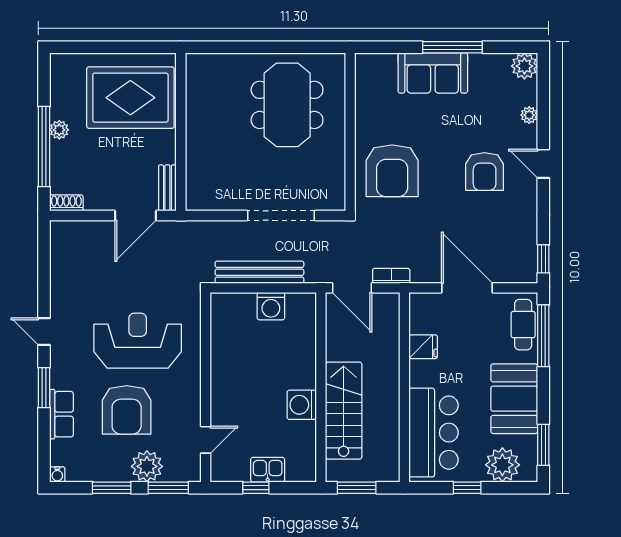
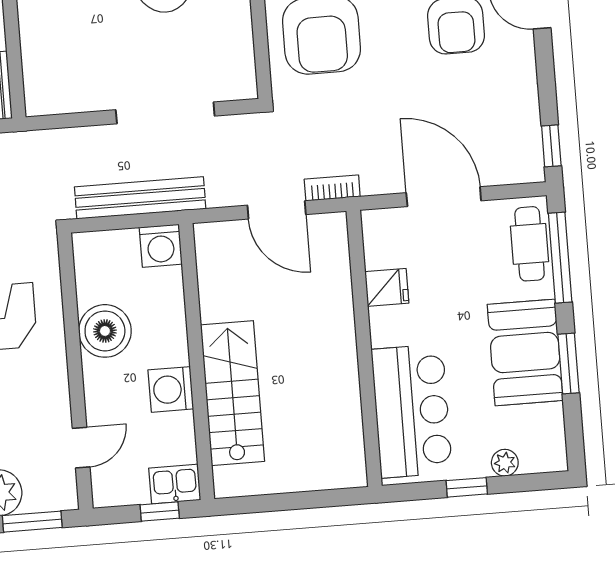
boiler: (228, 361) -> (105, 331), added
wall: (321, 387) -> (197, 362), moved
washing machine: (302, 405) -> (171, 389), moved
stairs: (344, 411) -> (232, 393), moved
window: (543, 445) -> (568, 363), moved
plant: (502, 465) -> (505, 463), width x0.53, depth x0.53
window: (357, 488) -> (306, 500), removed

